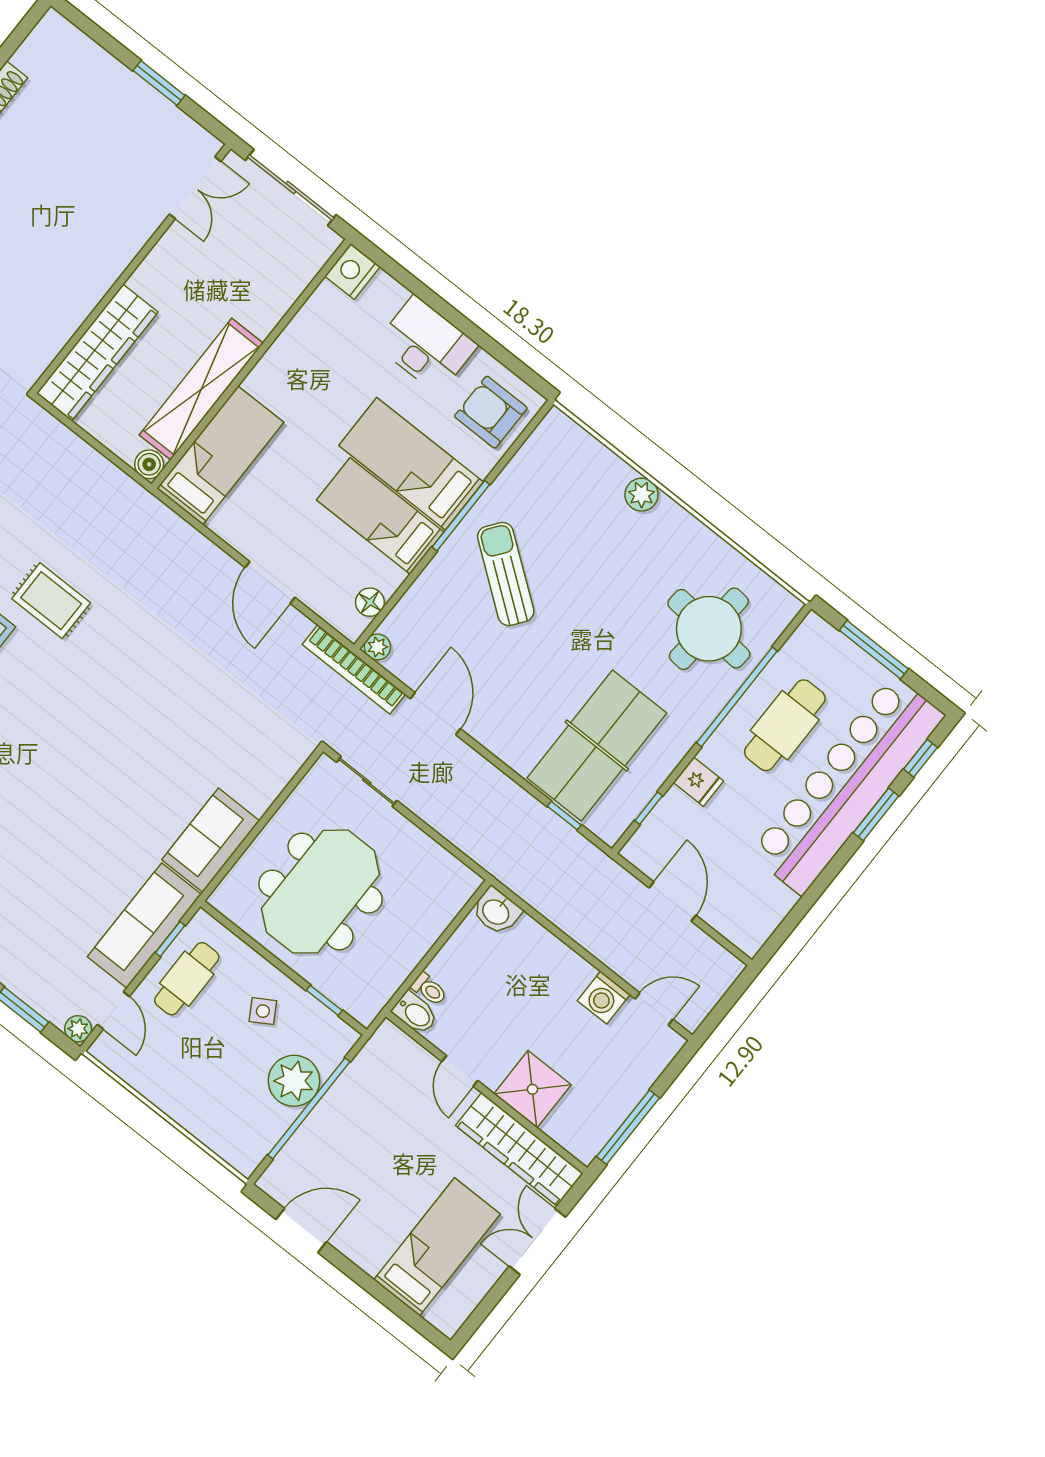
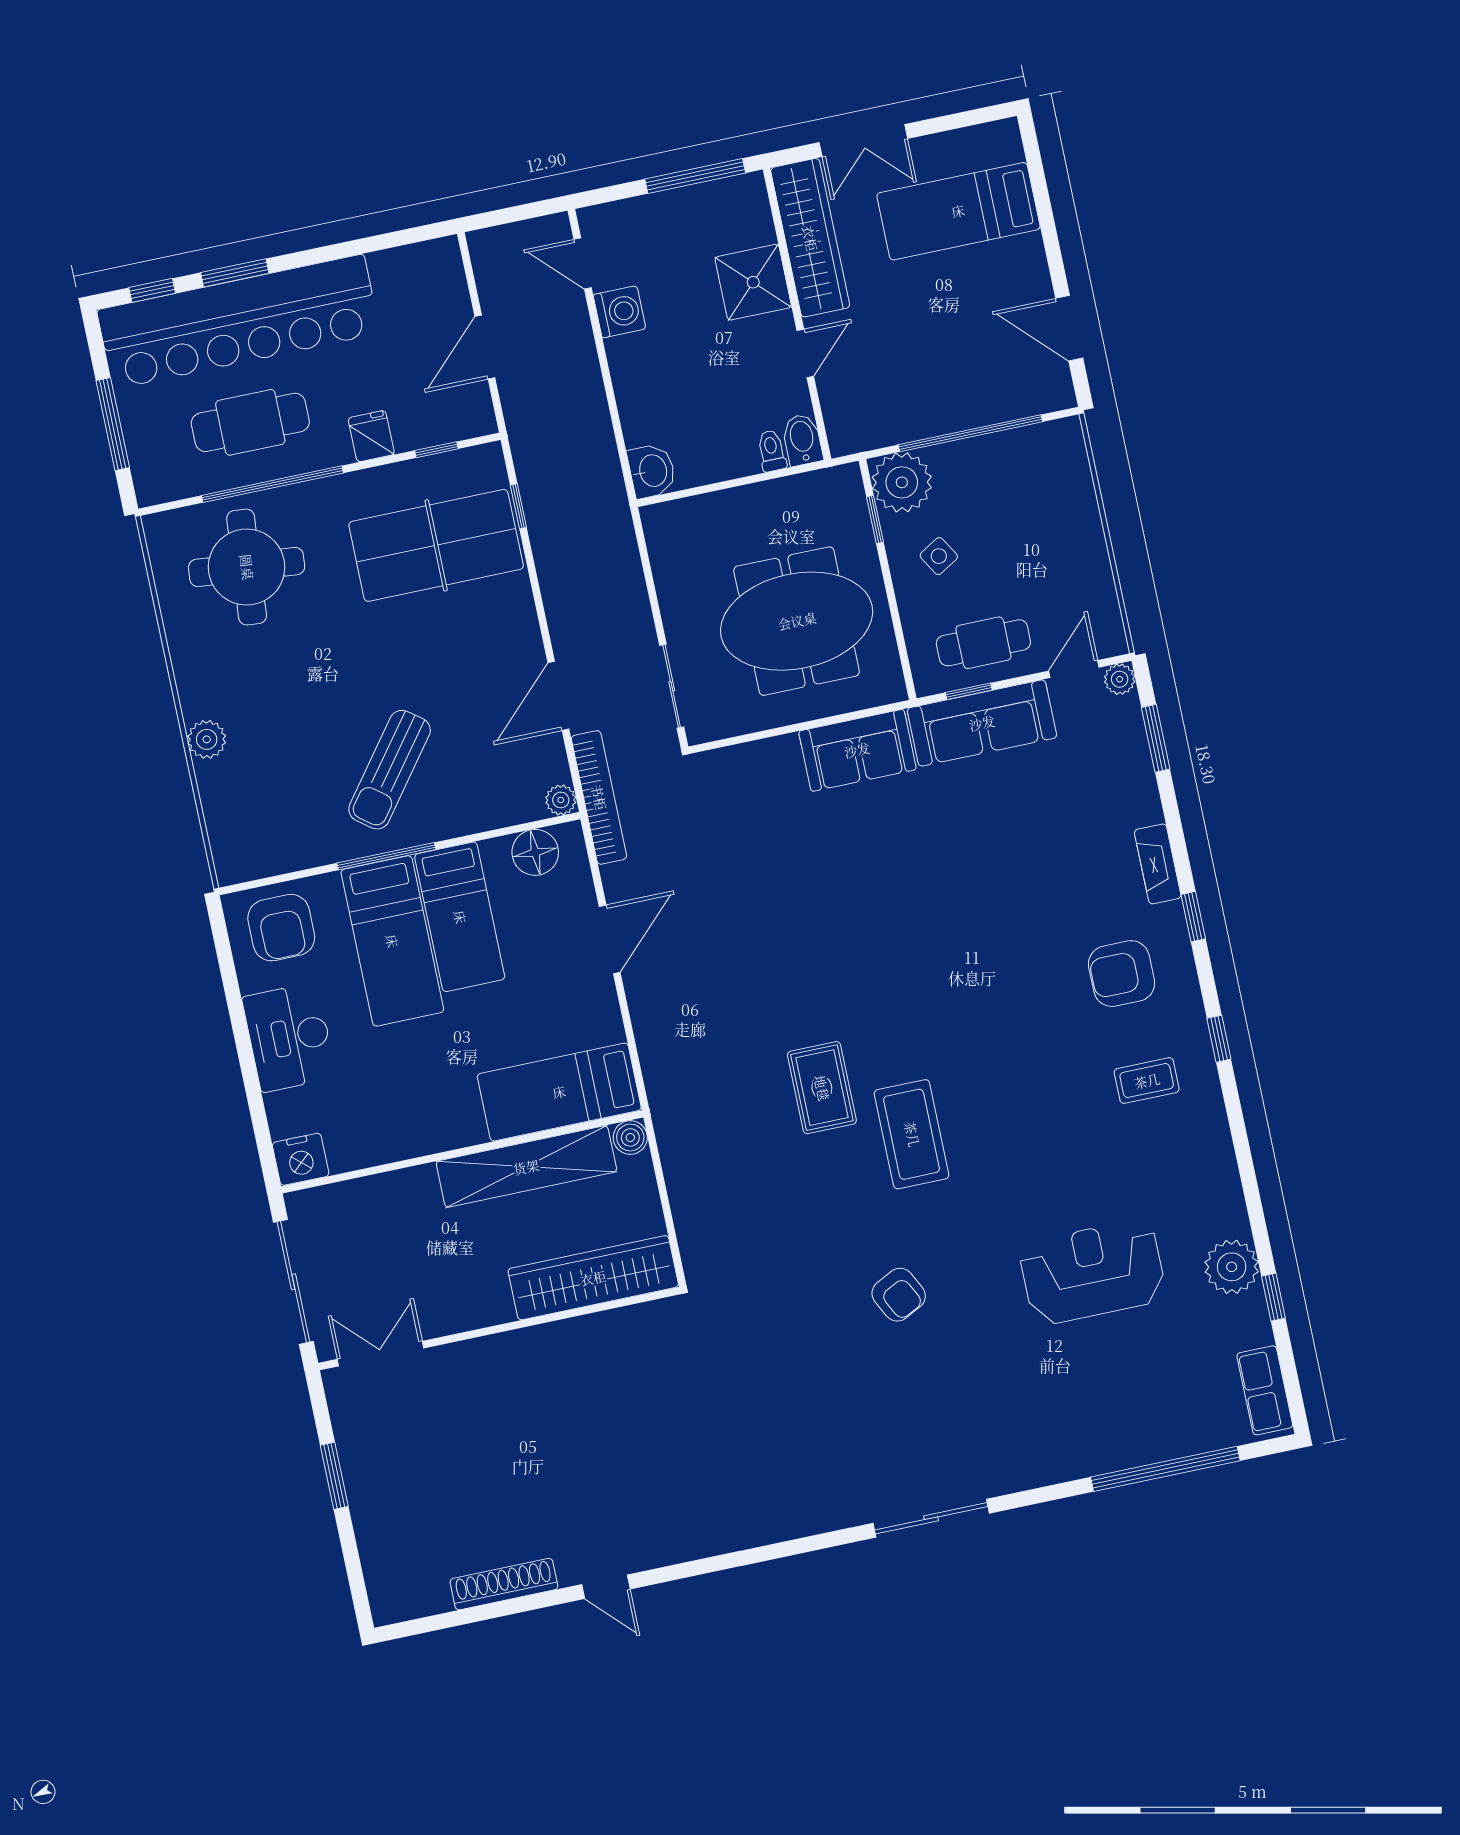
floor lamp: (370, 602) -> (535, 852), width x1.38, depth x1.38
plant: (294, 1081) -> (902, 482), moved

